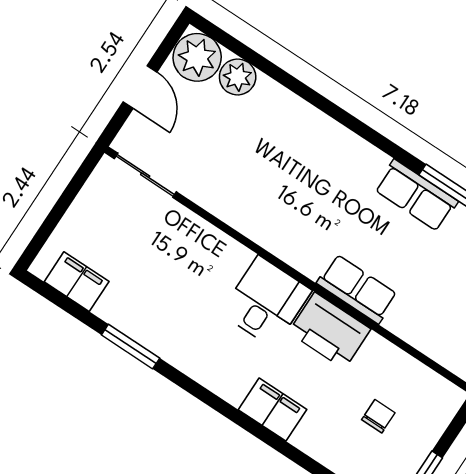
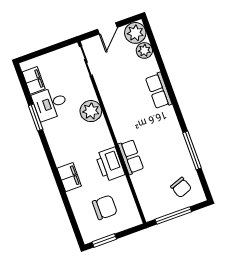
row of seats: (416, 195) -> (159, 91), moved
plant: (222, 260) -> (91, 111), added
desk: (266, 302) -> (50, 104), moved, turned 180
chair: (378, 416) -> (105, 207), width x1.87, depth x1.87

